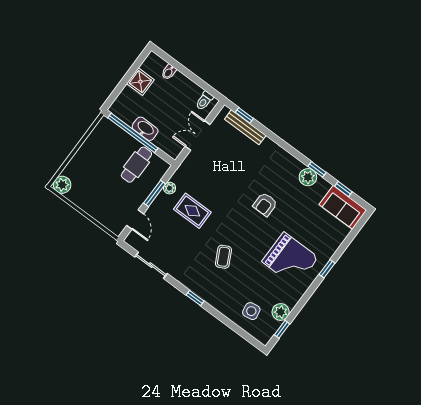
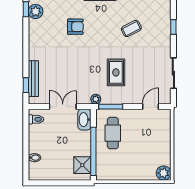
shower: (140, 82) -> (82, 165), moved
washbasin: (145, 129) -> (84, 120), moved
double door: (198, 135) -> (63, 107), swing flipped
cafe table: (136, 165) -> (113, 133), turned 90
plant: (170, 188) -> (96, 99), moved
window: (154, 193) -> (111, 107), moved

